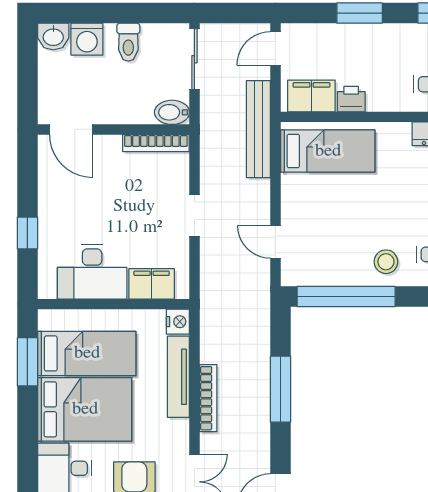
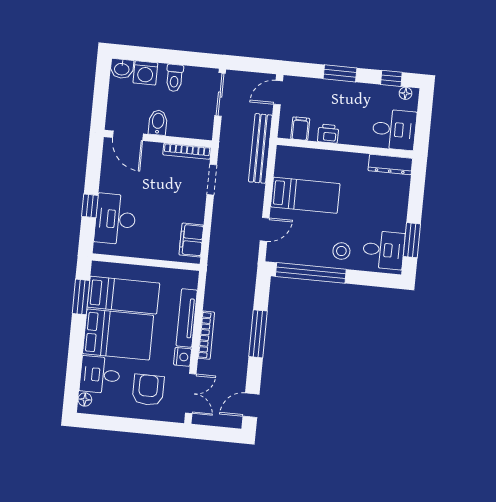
filing cabinet: (311, 96) -> (300, 129), width x0.50
bidet: (172, 112) -> (158, 123), moved, turned 90
bed: (328, 151) -> (305, 195), moved
doorway: (194, 215) -> (212, 180), moved
door: (275, 242) -> (265, 229), swing flipped
desk: (92, 272) -> (115, 219), moved, turned 90
filing cabinet: (152, 284) -> (191, 240), moved, turned -90
nightstand: (178, 322) -> (183, 357), moved

